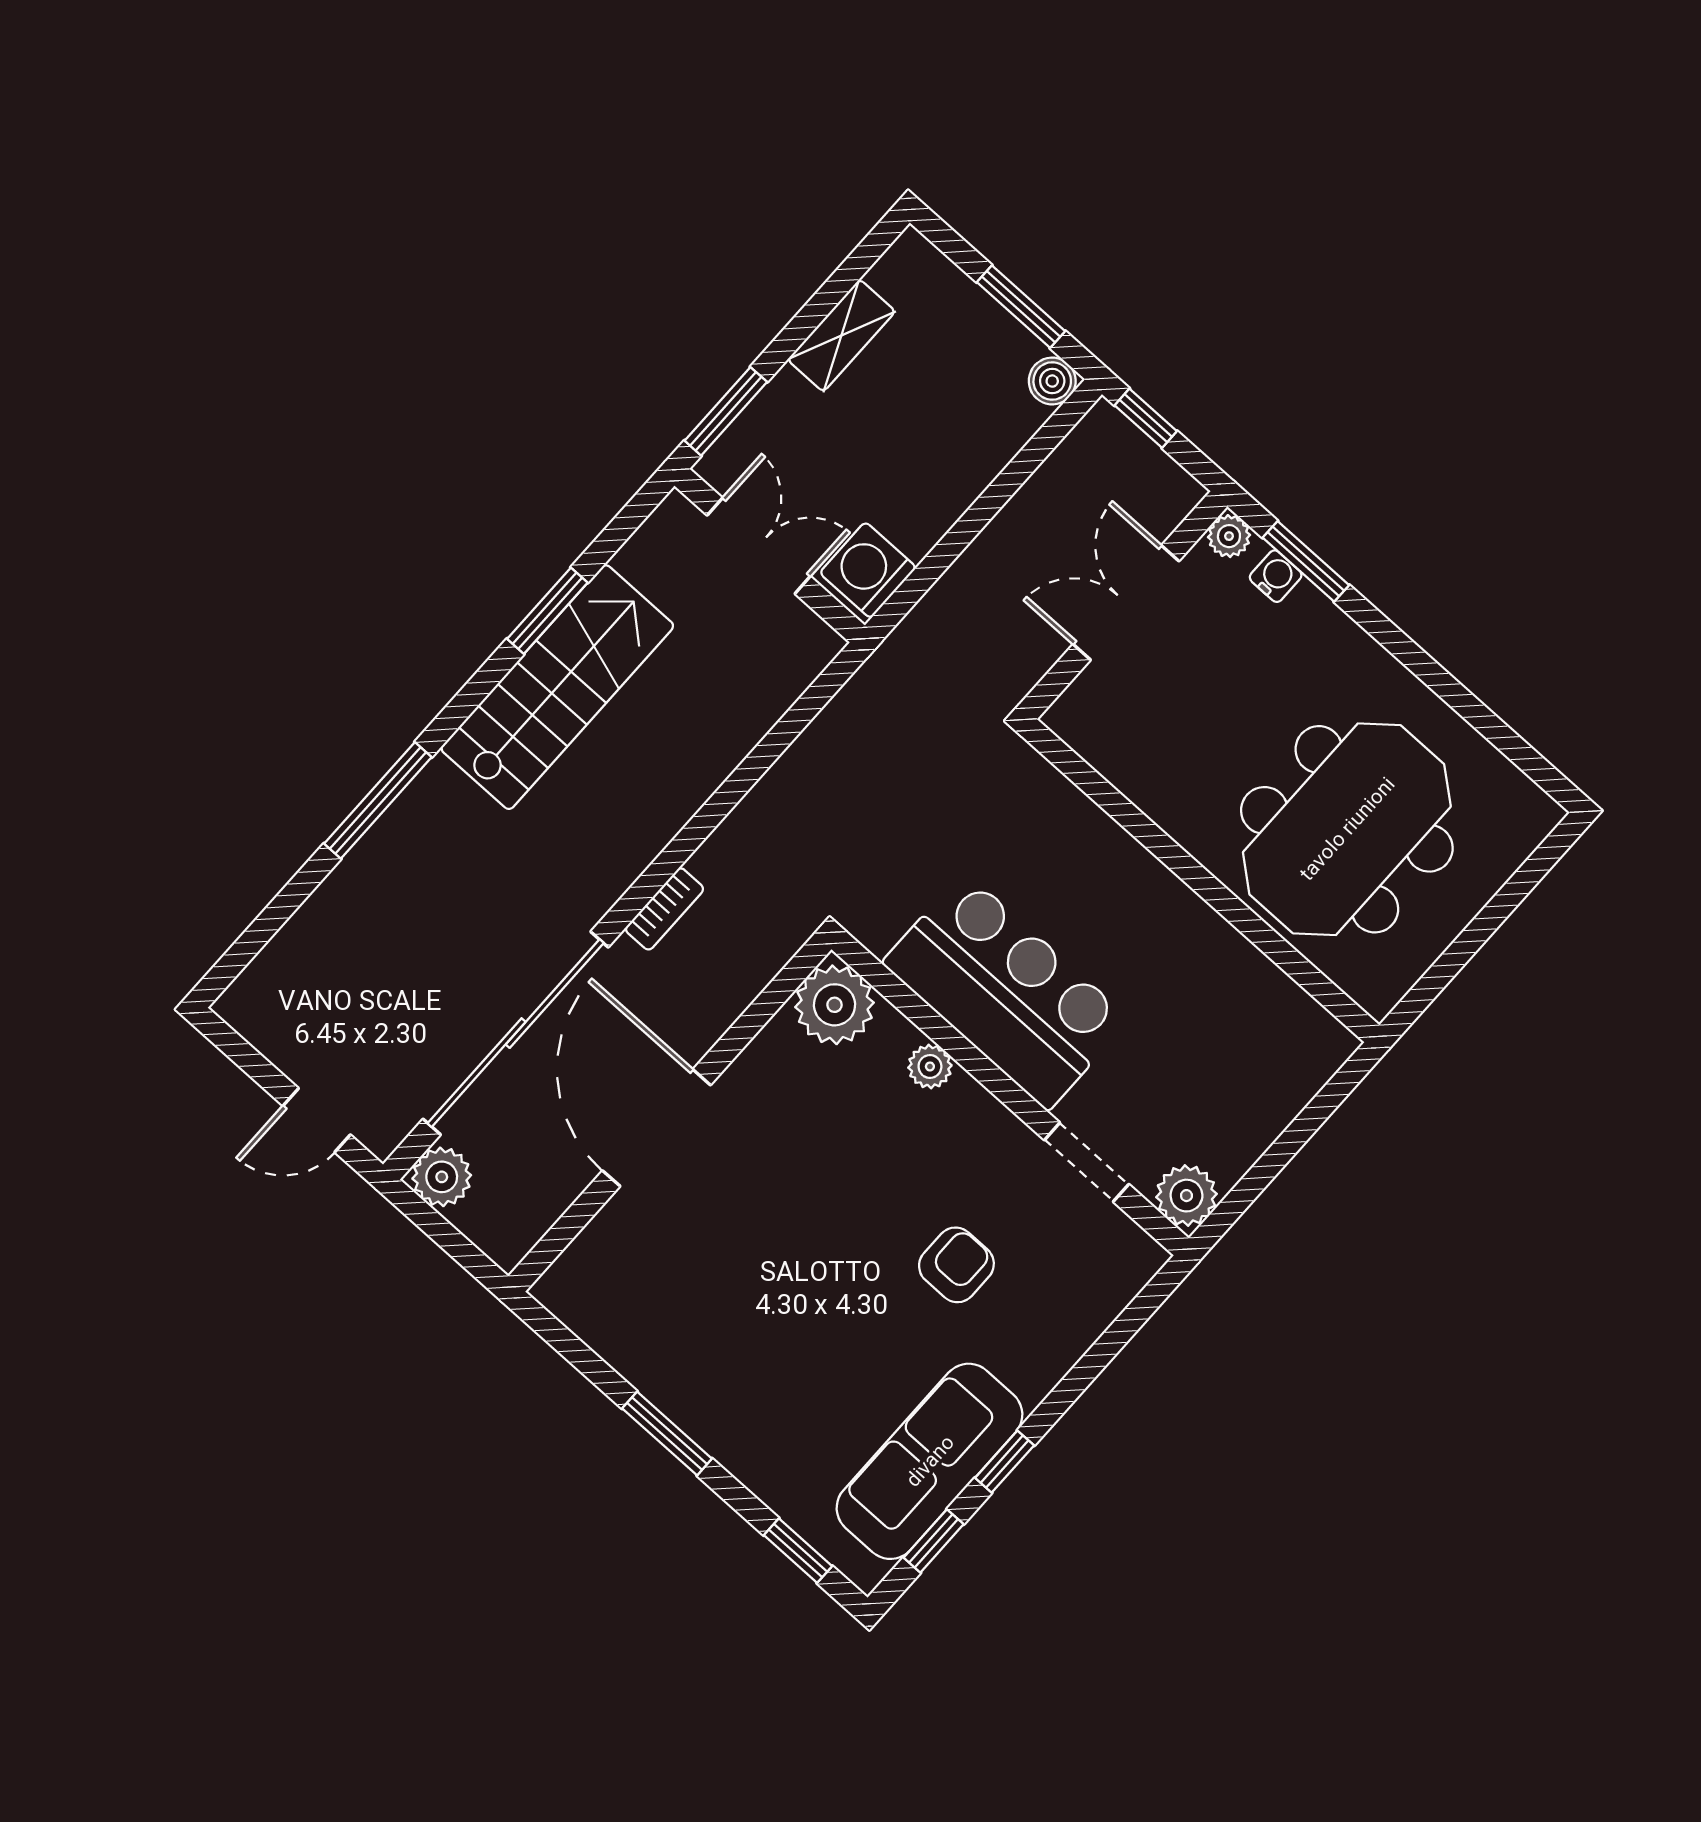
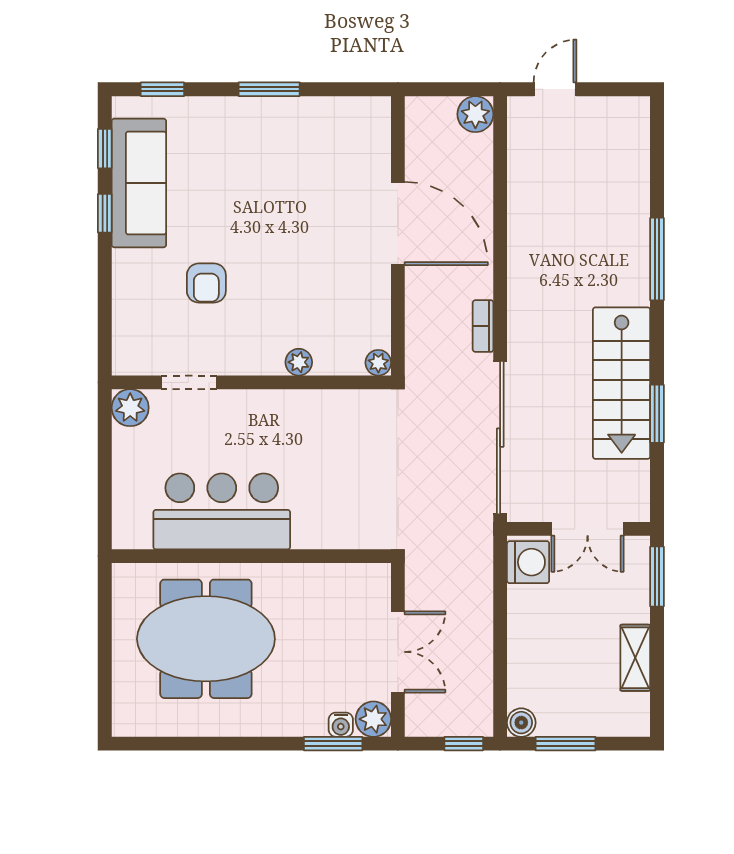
plant: (1229, 536) -> (373, 719), width x1.38, depth x1.38
meeting table: (1347, 829) -> (206, 639), turned 90
bar counter: (1006, 991) -> (222, 511), moved, turned 180
plant: (835, 1005) -> (378, 363), width x0.53, depth x0.53
sliding door: (516, 1033) -> (500, 438), moved

